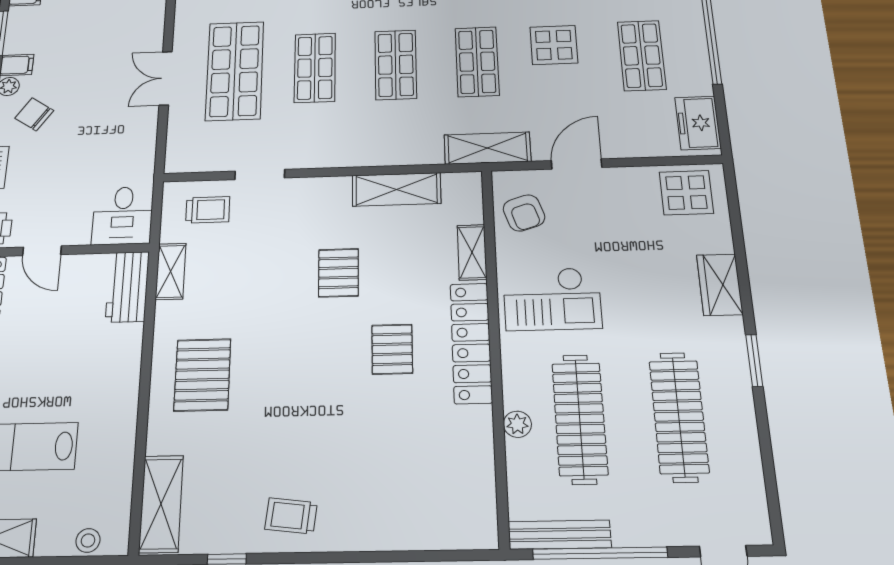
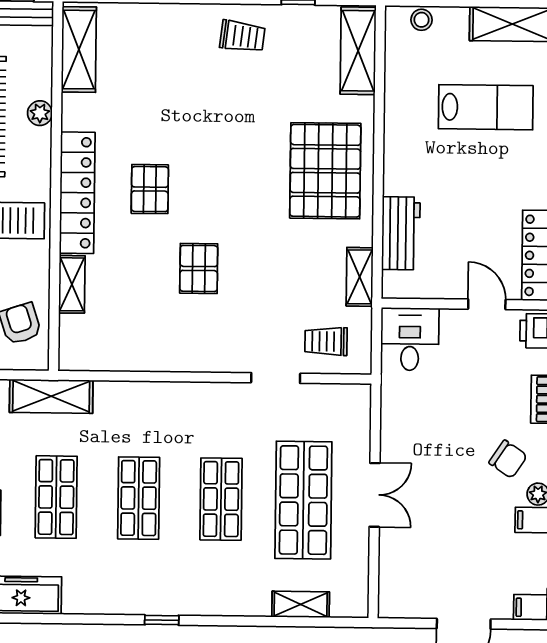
shelving: (397, 189) -> (79, 50), moved, turned 90
workbench: (127, 287) -> (401, 233), moved
pallet: (202, 375) -> (325, 171), width x1.37, depth x1.41

